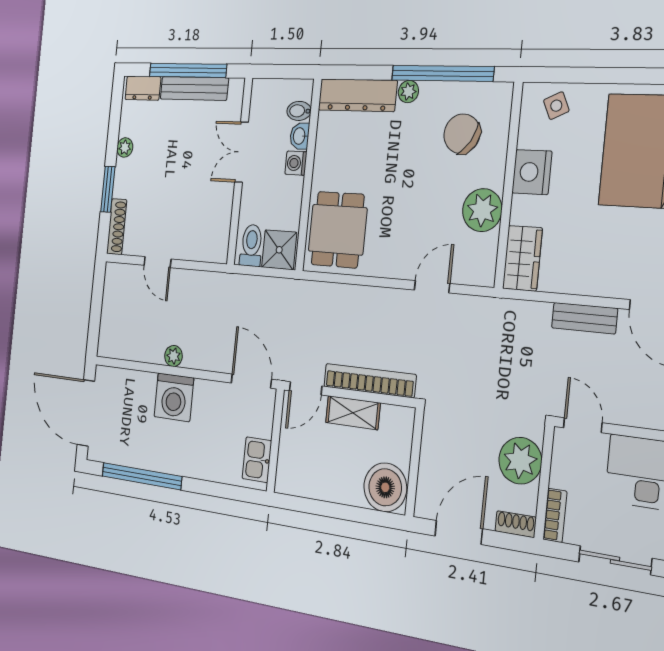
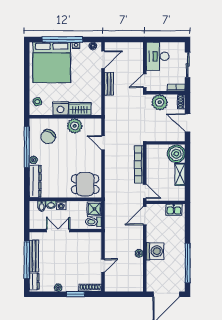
double door: (241, 152) -> (58, 231), swing flipped
wardrobe: (522, 258) -> (80, 109), moved
shelving: (353, 413) -> (180, 174), moved

